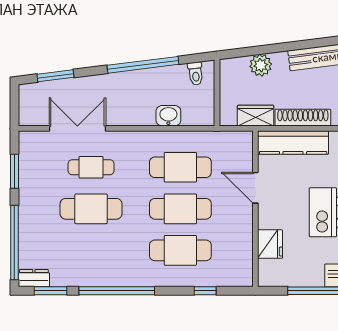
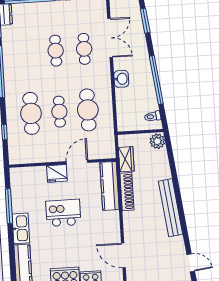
plant: (261, 65) -> (157, 141), moved
washbasin: (168, 116) -> (121, 79), moved
cafe table: (91, 209) -> (56, 51), width x0.73, depth x0.74
cafe table: (180, 209) -> (59, 112), width x0.73, depth x0.74
fridge: (270, 244) -> (57, 173), moved

